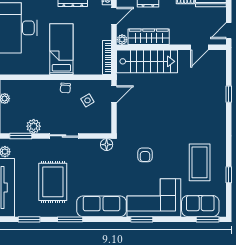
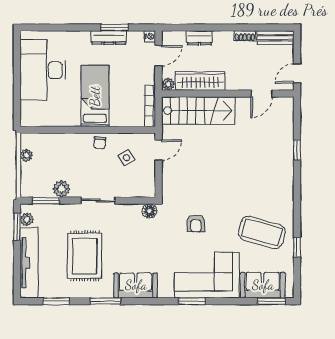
coffee table: (200, 162) -> (262, 232), turned -74
sofa: (102, 206) -> (136, 285), width x0.73

